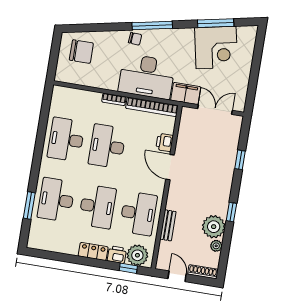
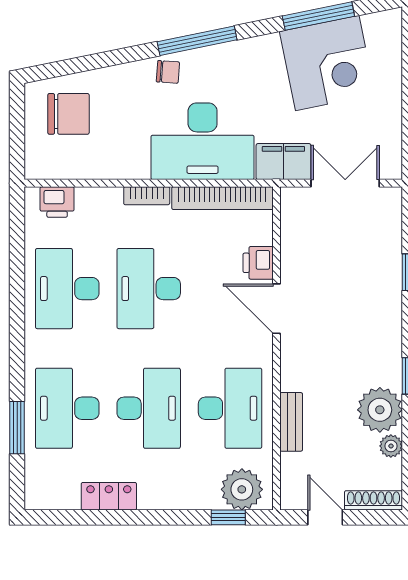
locker: (93, 251) -> (109, 496), moved
printer: (117, 255) -> (57, 202), moved, turned 180

